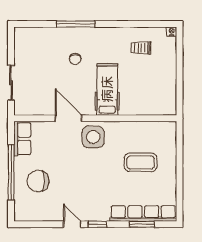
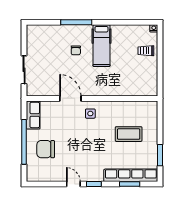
trolley: (141, 48) -> (146, 51), moved
hospital bed: (107, 89) -> (101, 46), moved, turned 180
side table: (93, 137) -> (90, 114), width x0.54, depth x0.54
window: (179, 188) -> (160, 155), added

